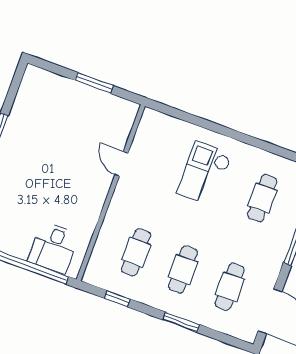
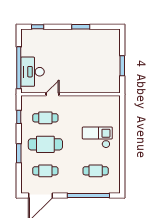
door: (121, 164) -> (53, 94), moved
desk: (53, 248) -> (32, 72), width x1.37
cafe table: (183, 270) -> (45, 144), width x1.37, depth x1.35

